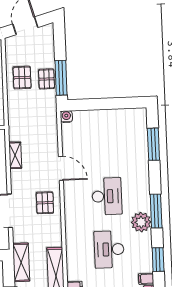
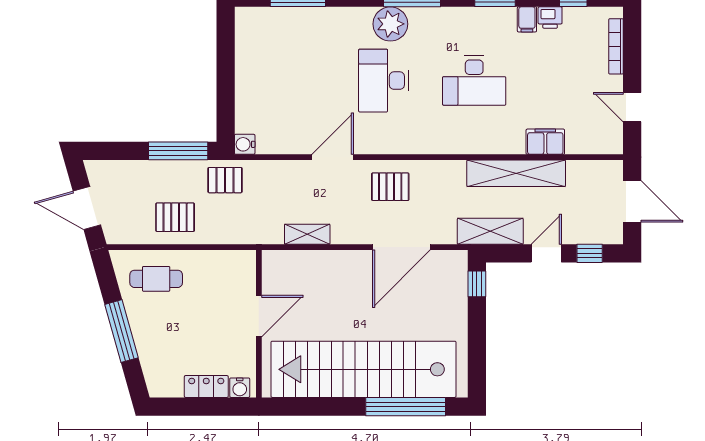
pallet: (47, 79) -> (225, 180), moved
desk: (107, 196) -> (384, 81), turned -90
plant: (141, 222) -> (390, 24), moved

